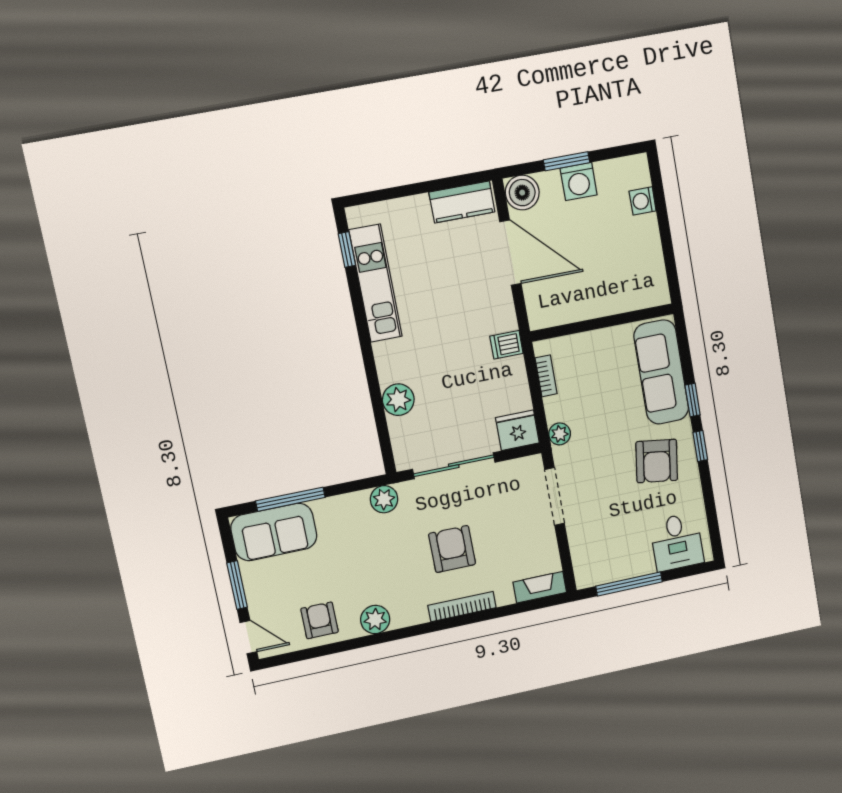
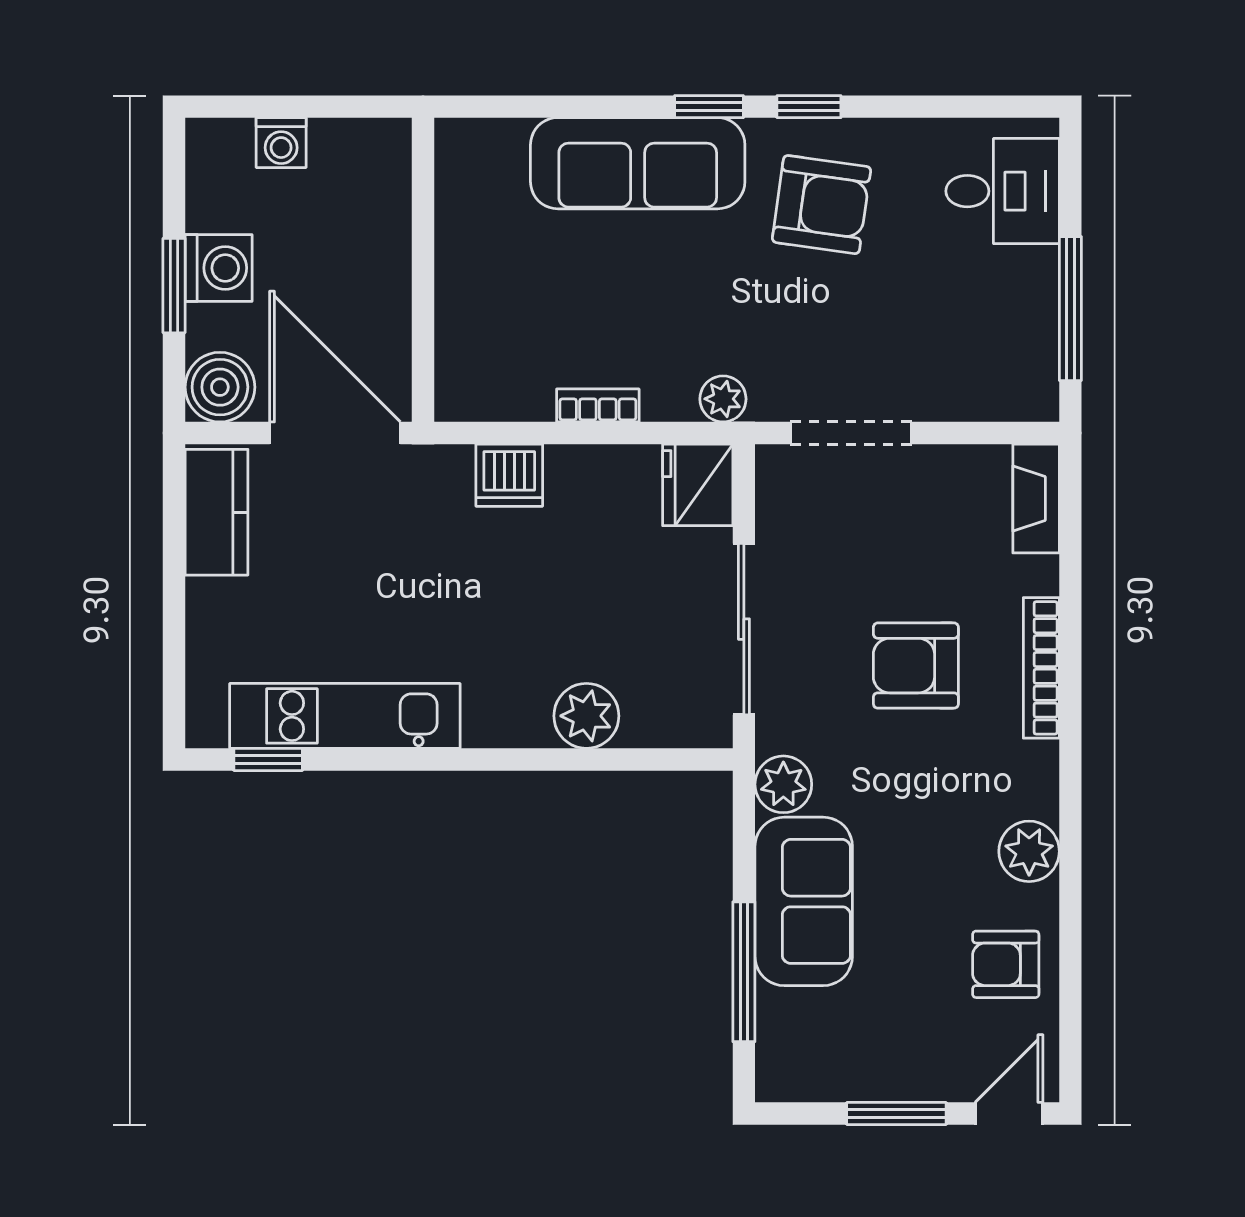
door: (510, 253) -> (335, 433), hinge flipped
wall: (602, 323) -> (423, 270), moved
dishwasher: (506, 345) -> (509, 475), width x1.38
sofa: (274, 532) -> (804, 901), moved

